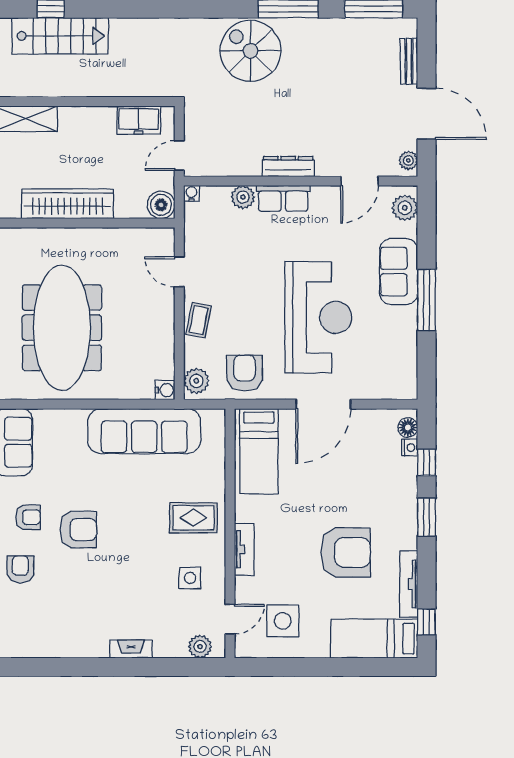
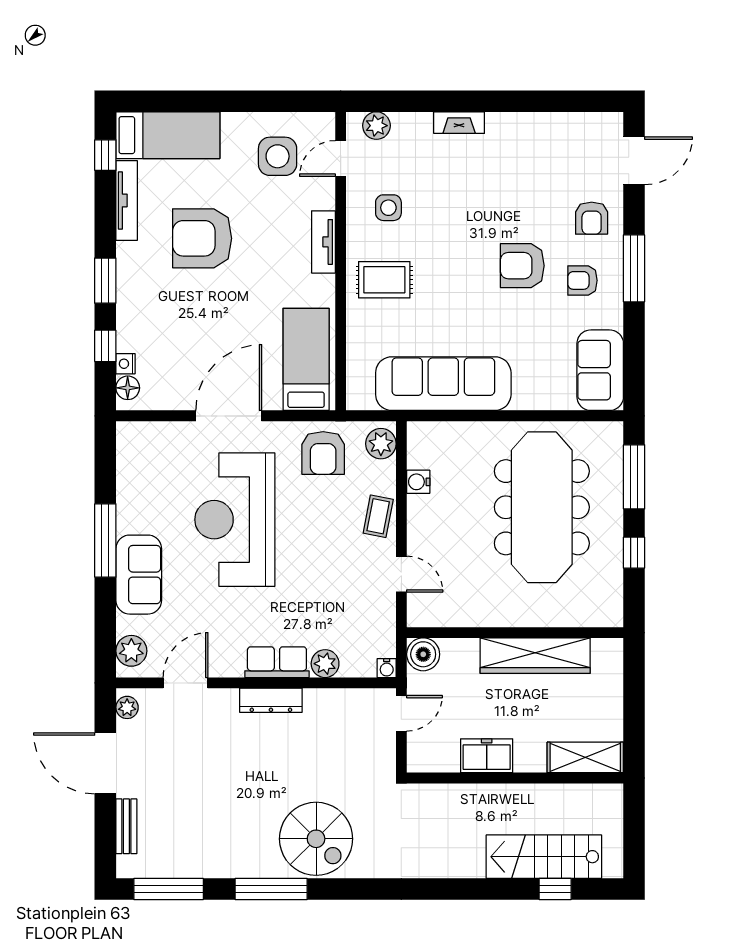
freezer: (139, 120) -> (487, 756), moved
water cooler: (165, 390) -> (418, 482), moved

